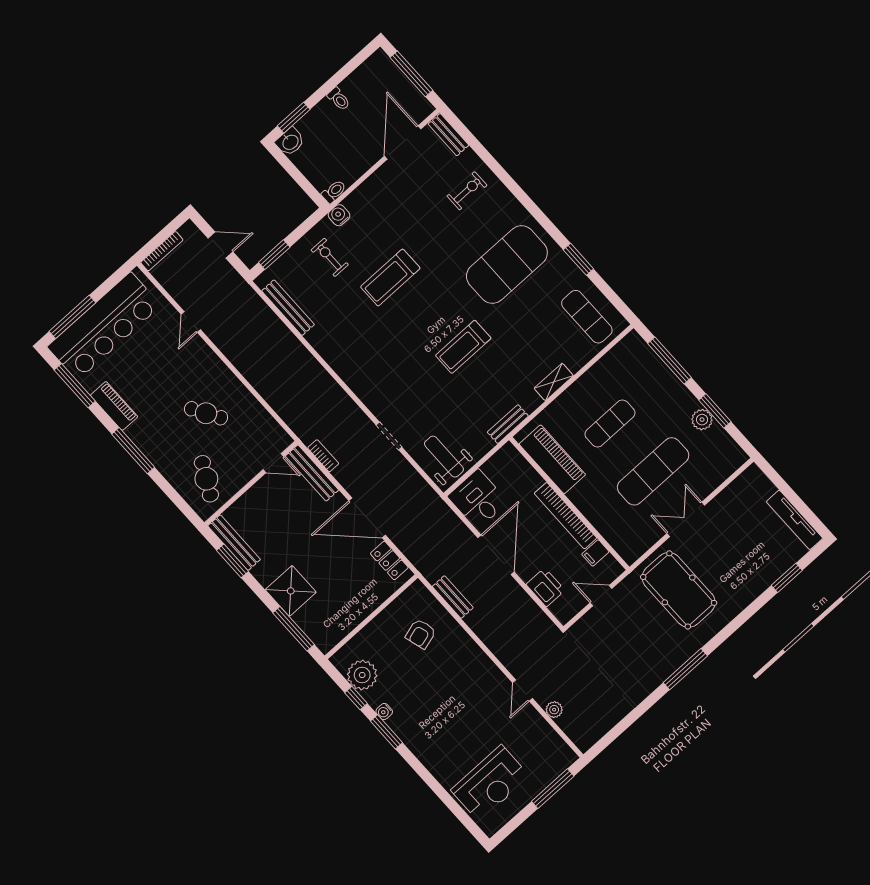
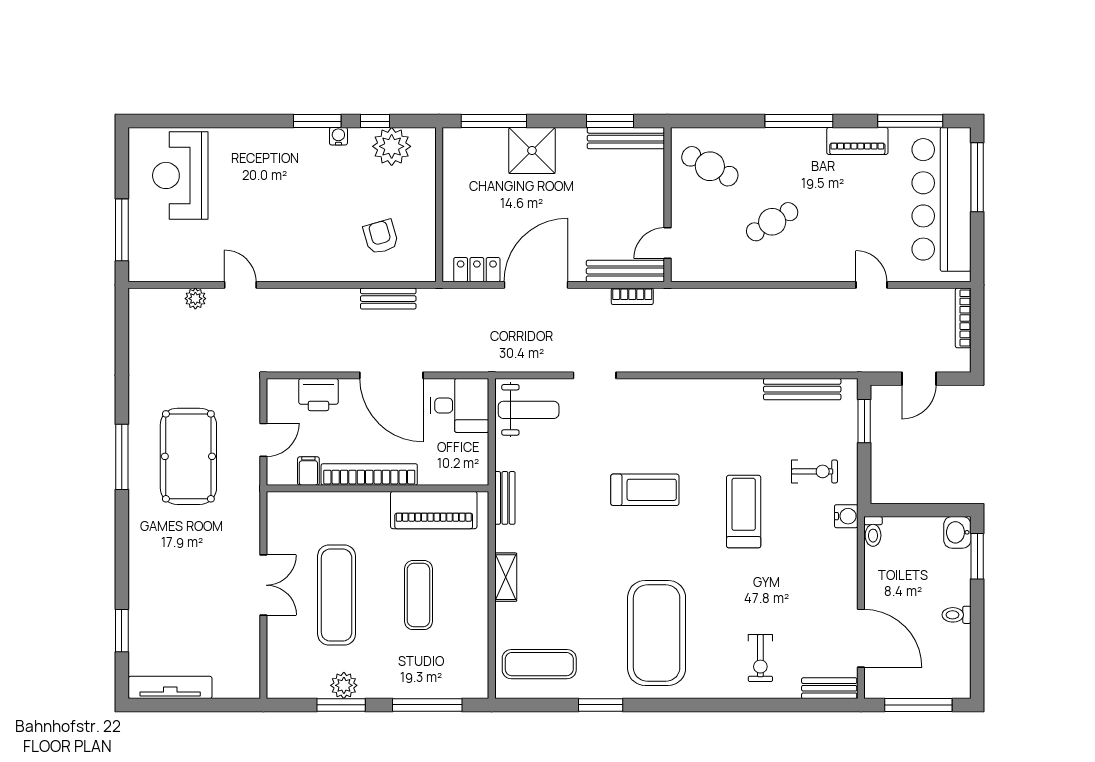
treadmill: (463, 347) -> (645, 490), moved, turned 90
pool table: (679, 590) -> (188, 456), moved, turned 90

